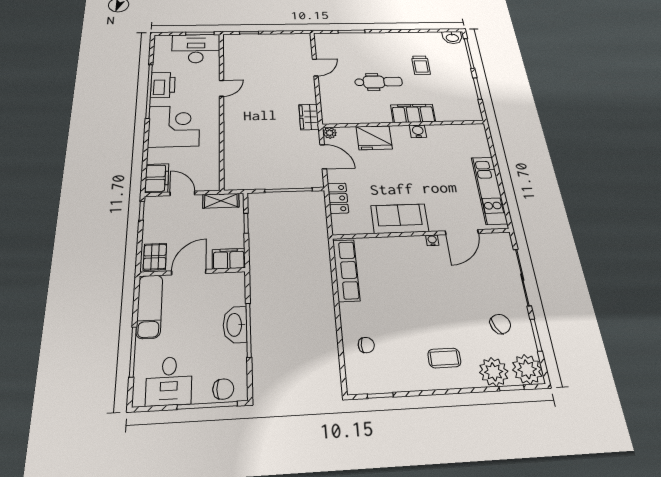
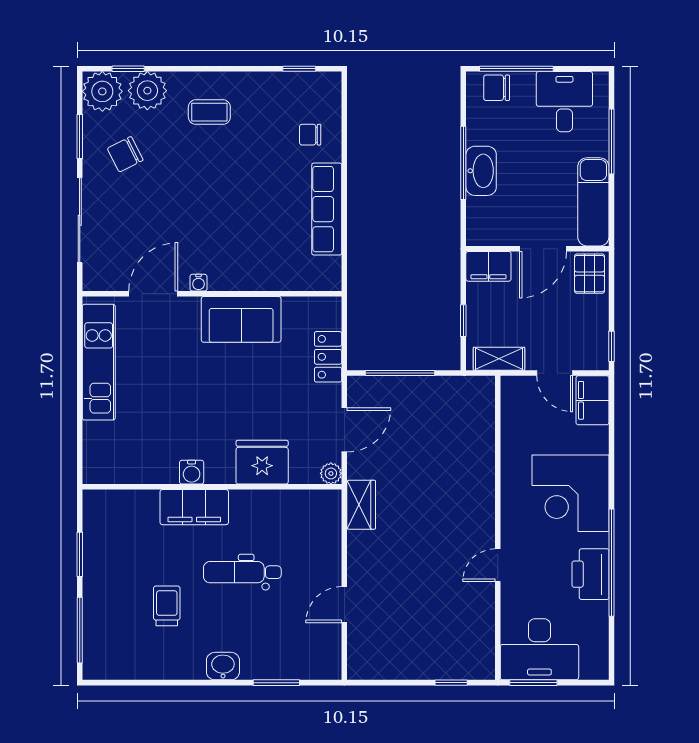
washbasin: (452, 38) -> (223, 666), moved
door: (323, 157) -> (344, 430), swing flipped
row of seats: (346, 270) -> (327, 209), moved

